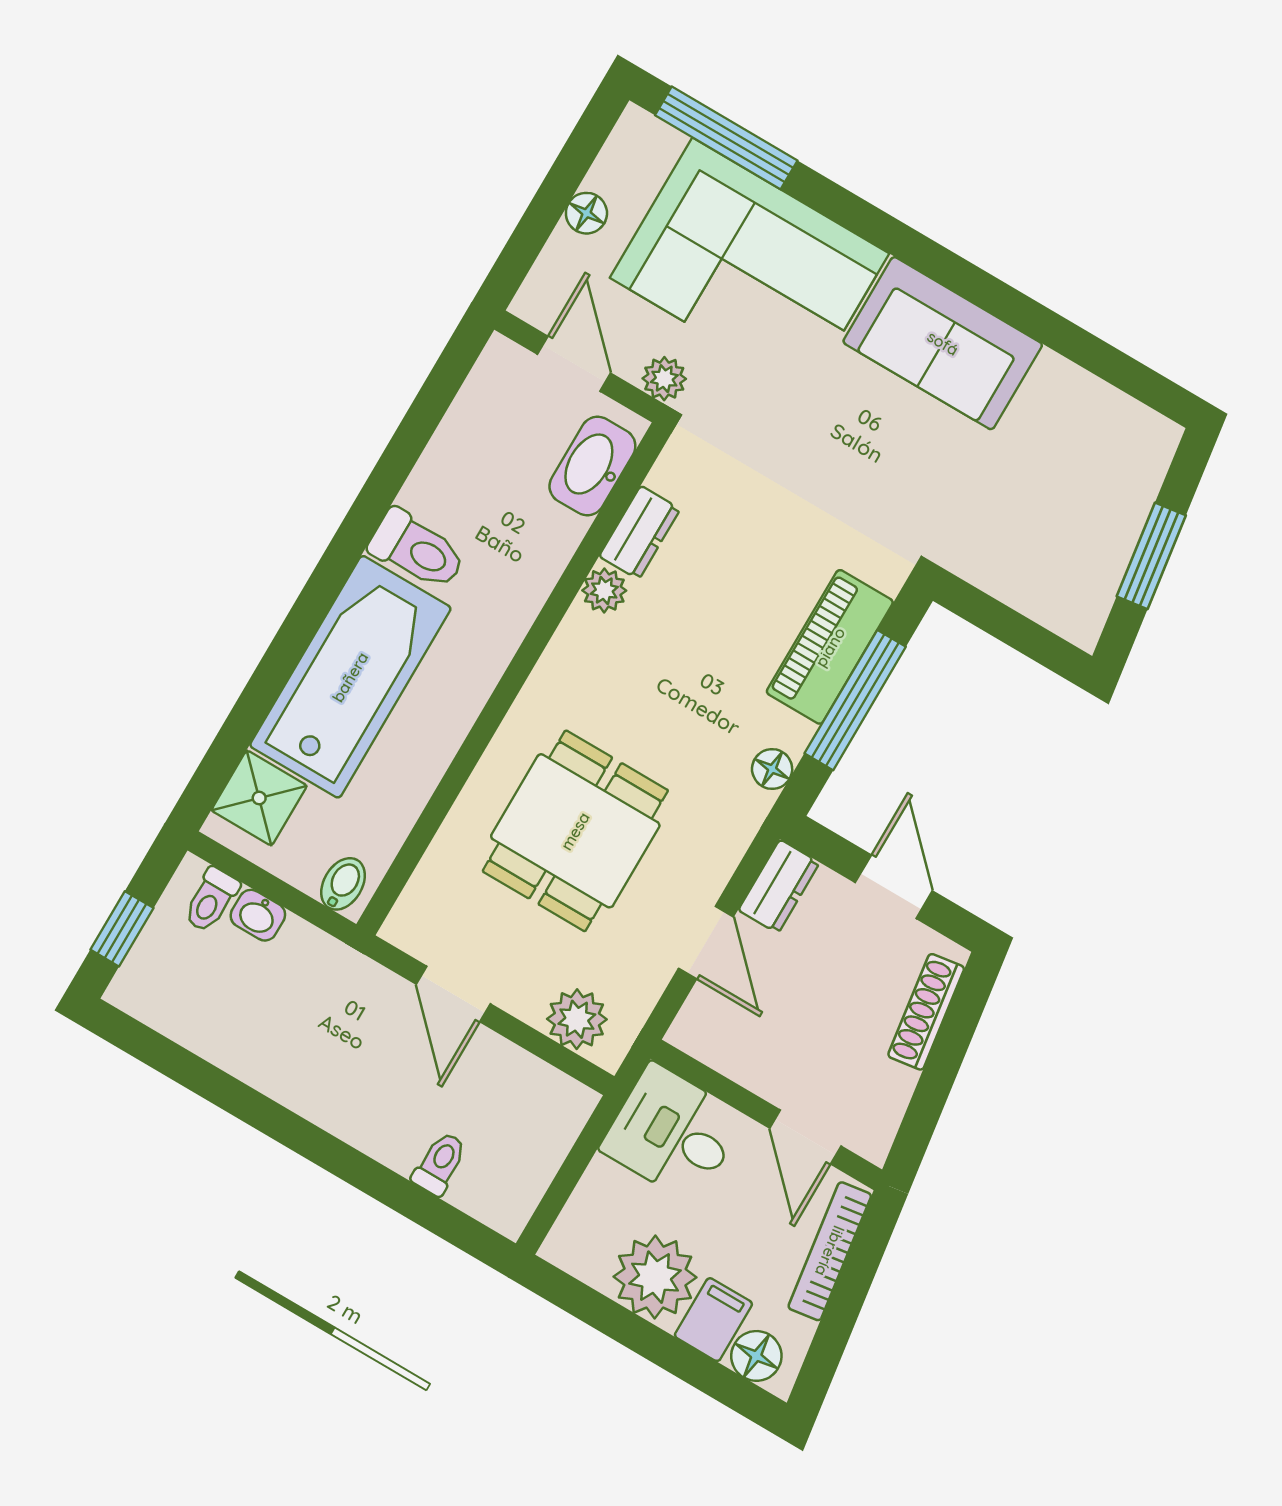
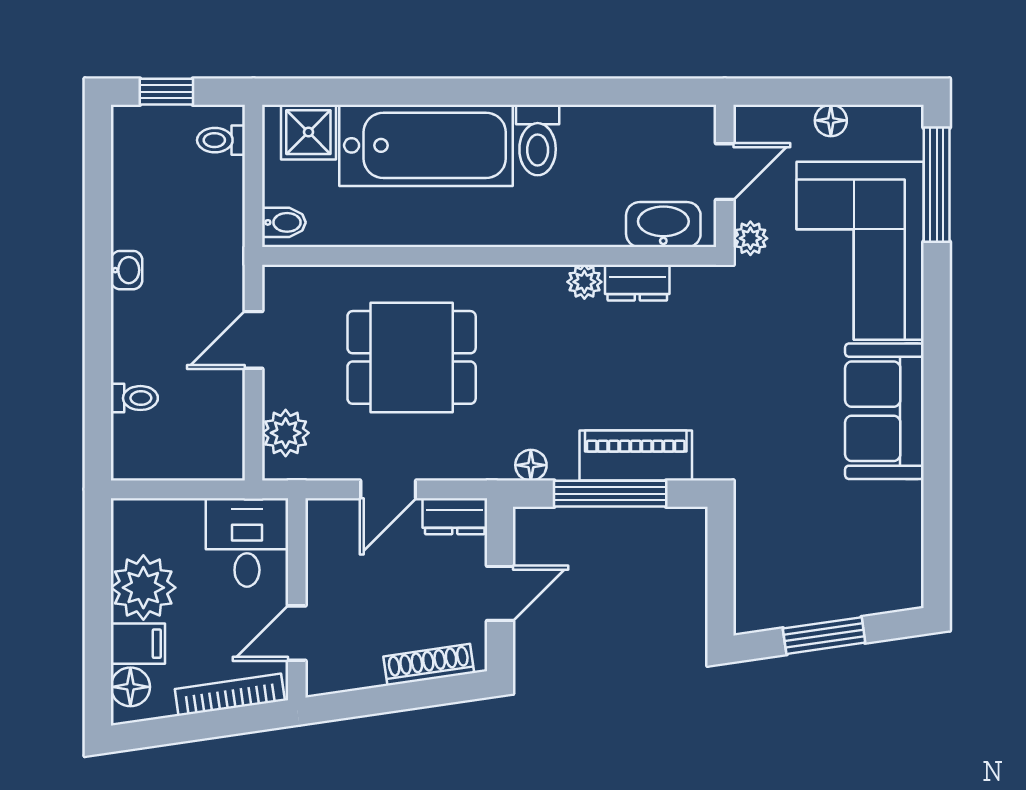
washbasin: (258, 915) -> (127, 270), moved, turned 180

